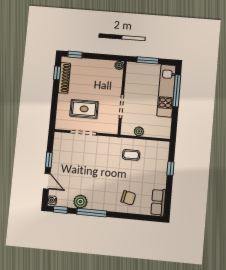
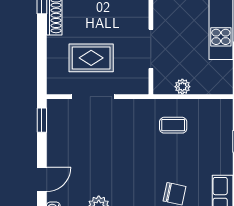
window: (49, 160) -> (42, 120), moved
door: (47, 181) -> (42, 179), hinge flipped

